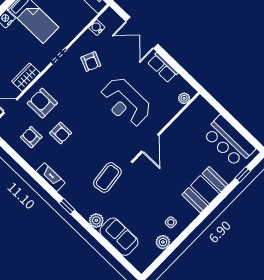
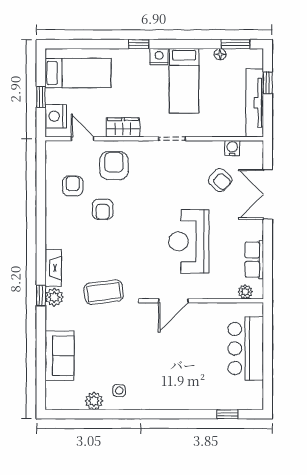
armchair: (91, 62) -> (220, 180), moved, turned -72
row of seats: (163, 68) -> (254, 260), moved
bar counter: (229, 141) -> (246, 348), moved
fireplace: (51, 177) -> (53, 268), moved
booth: (205, 190) -> (180, 393), removed
window: (67, 206) -> (41, 295), moved
plant: (96, 220) -> (54, 297), moved

